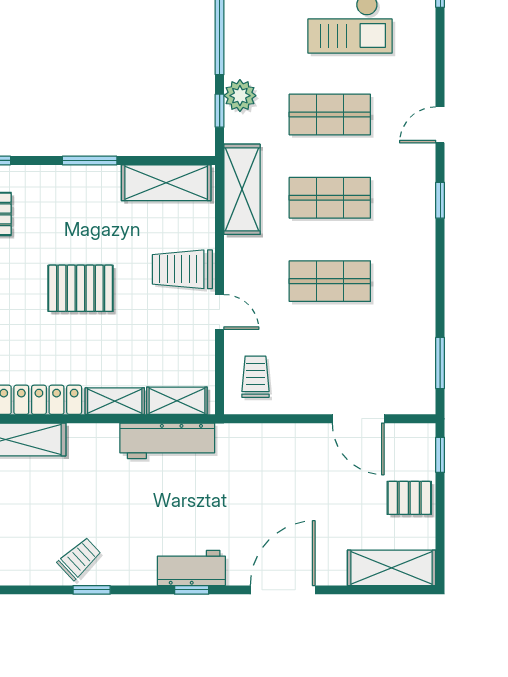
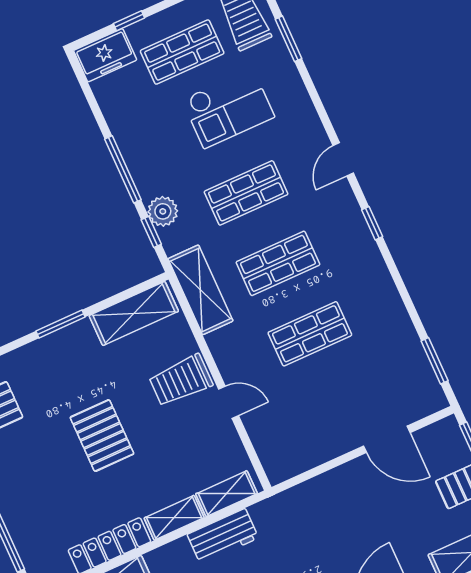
pallet: (81, 288) -> (102, 436), turned 90
trolley: (255, 377) -> (284, 443), removed
workbench: (167, 441) -> (223, 536), width x0.73

